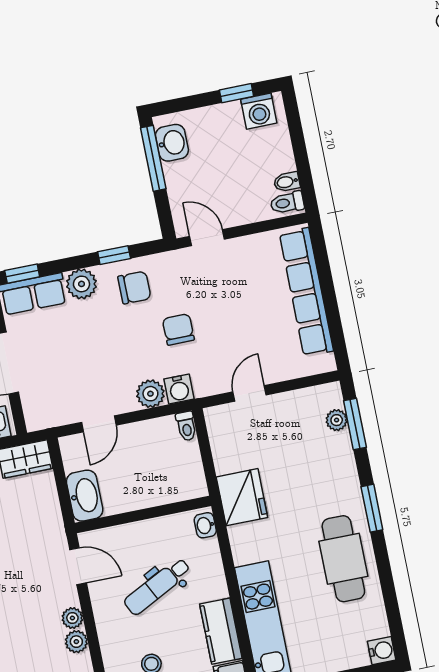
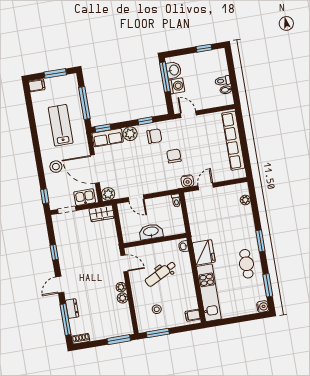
washing machine: (259, 111) -> (177, 86), moved, turned -90
toilet: (287, 203) -> (223, 81), moved
water cooler: (179, 389) -> (187, 181), moved
plant: (150, 394) -> (108, 194), moved
door: (99, 424) -> (136, 198), hinge flipped
window: (355, 424) -> (268, 285), moved
washbasin: (85, 496) -> (151, 232), moved, turned -90
fridge: (242, 497) -> (204, 252), moved
cafe table: (343, 559) -> (246, 264), width x0.73, depth x0.74
kitchen counter: (221, 631) -> (189, 295), removed

